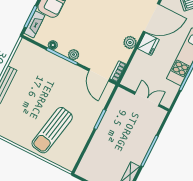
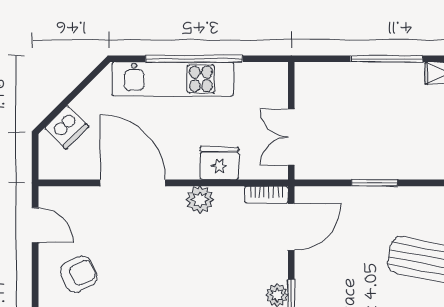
fridge: (148, 44) -> (219, 163), moved
double door: (147, 99) -> (291, 137), moved

